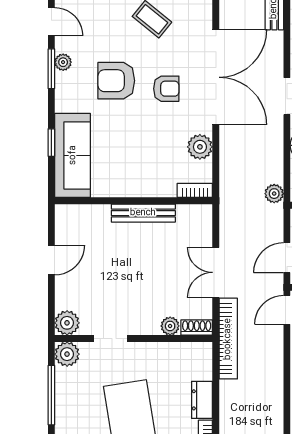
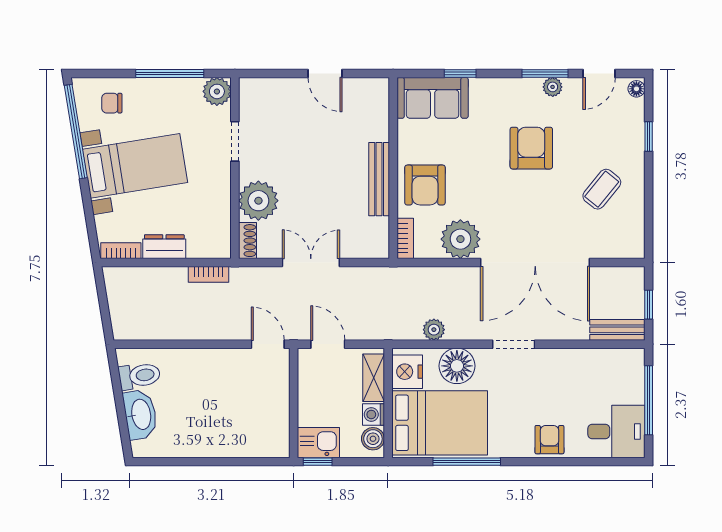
armchair: (166, 89) -> (425, 185), moved, width x1.38, depth x1.38
plant: (200, 147) -> (460, 239), width x1.36, depth x1.36
sofa: (73, 155) -> (433, 98), width x0.73
plant: (274, 194) -> (434, 330), moved
plant: (67, 323) -> (253, 91), removed
plant: (170, 326) -> (258, 201), width x1.87, depth x1.87
bookcase: (228, 339) -> (208, 274), width x0.43, depth x0.76

